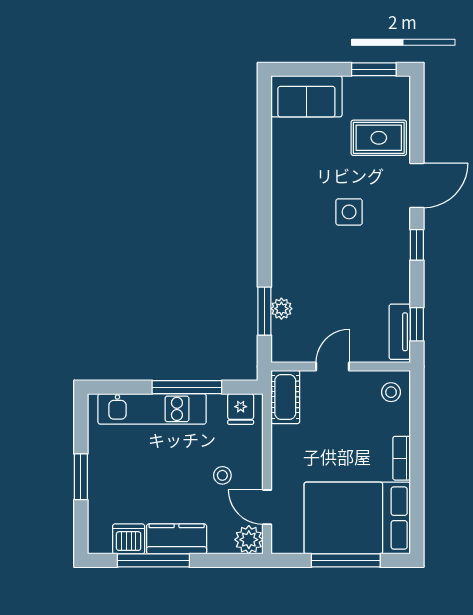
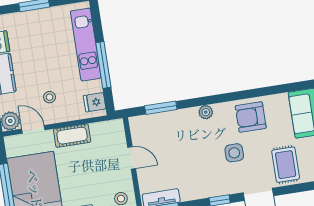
armchair: (299, 179) -> (251, 117), added
plant: (281, 309) -> (206, 112), moved
cot: (285, 397) -> (72, 136), moved
door: (267, 507) -> (33, 129), hinge flipped

